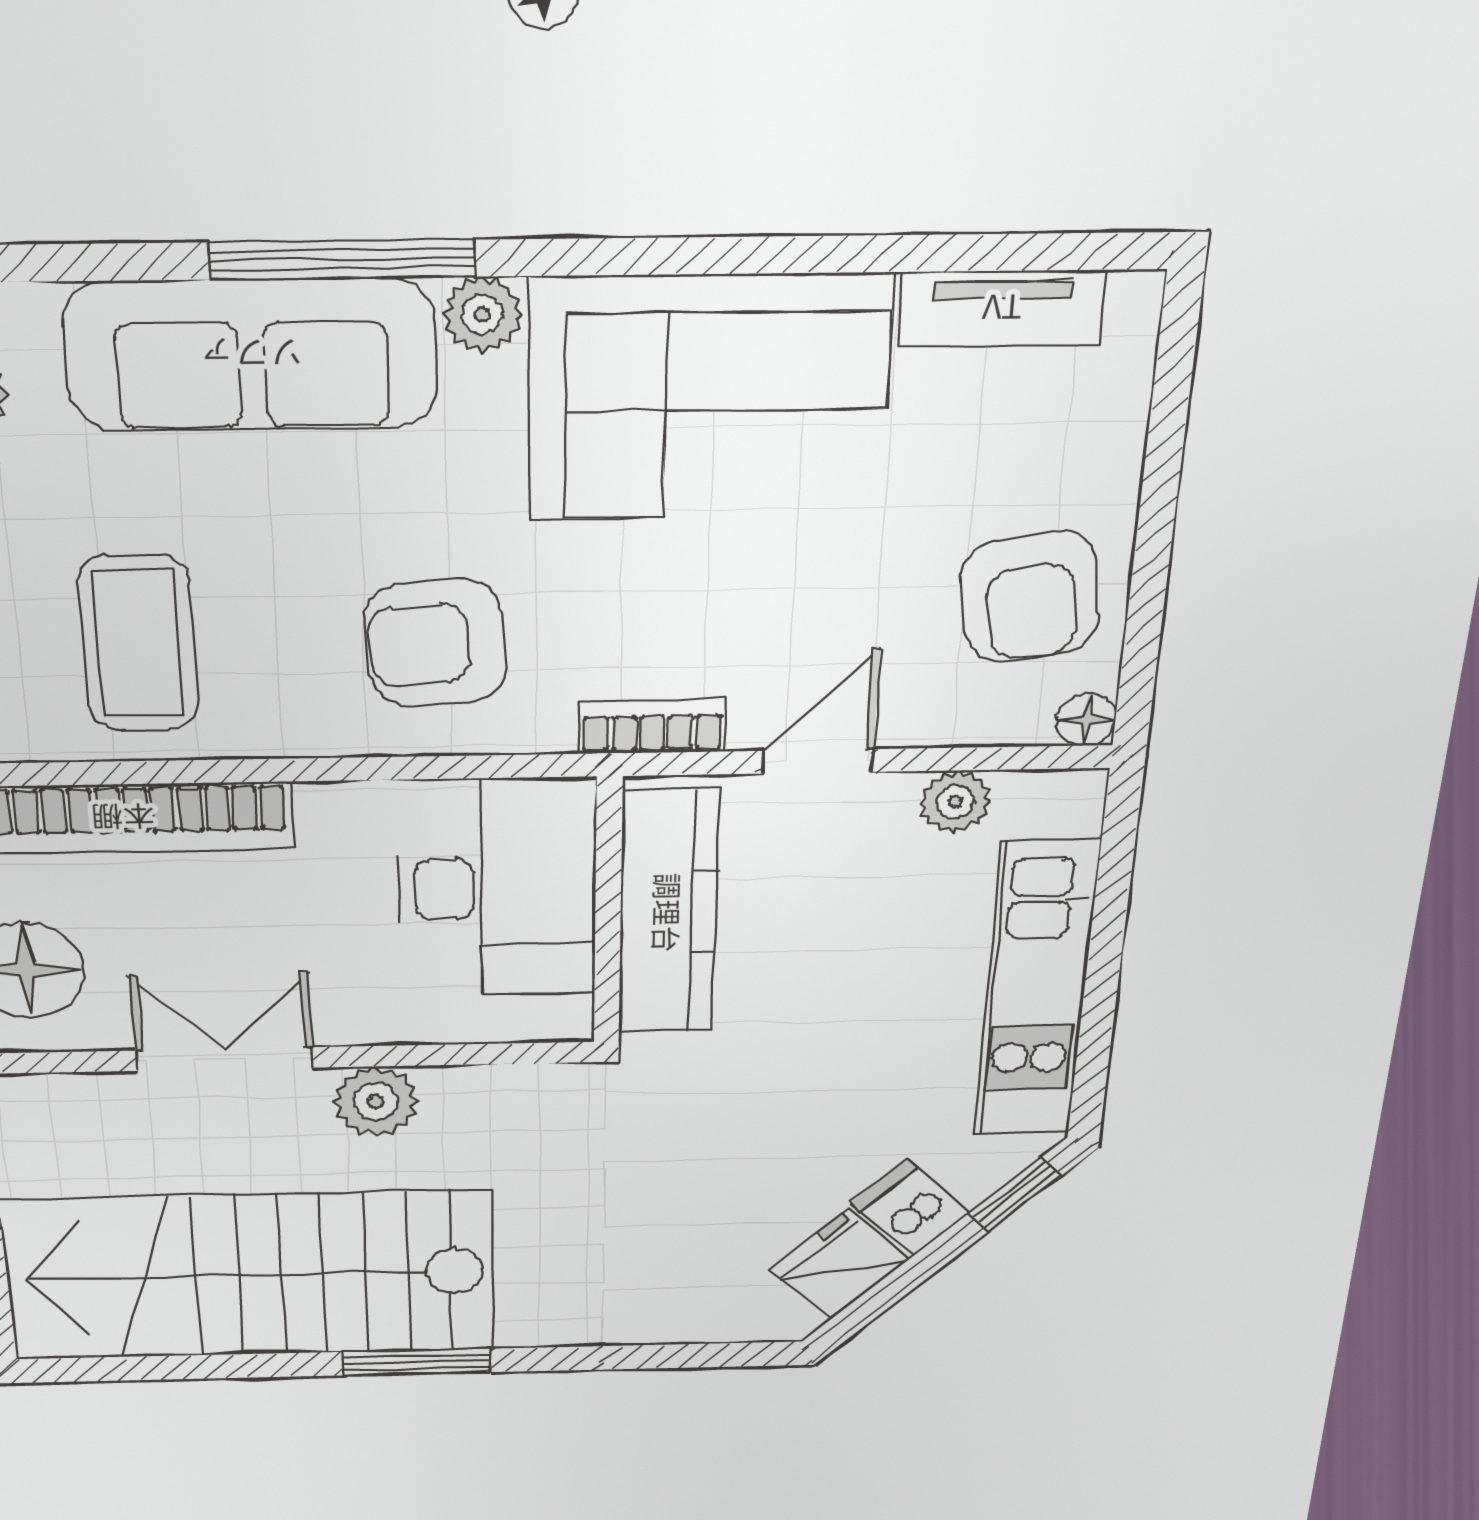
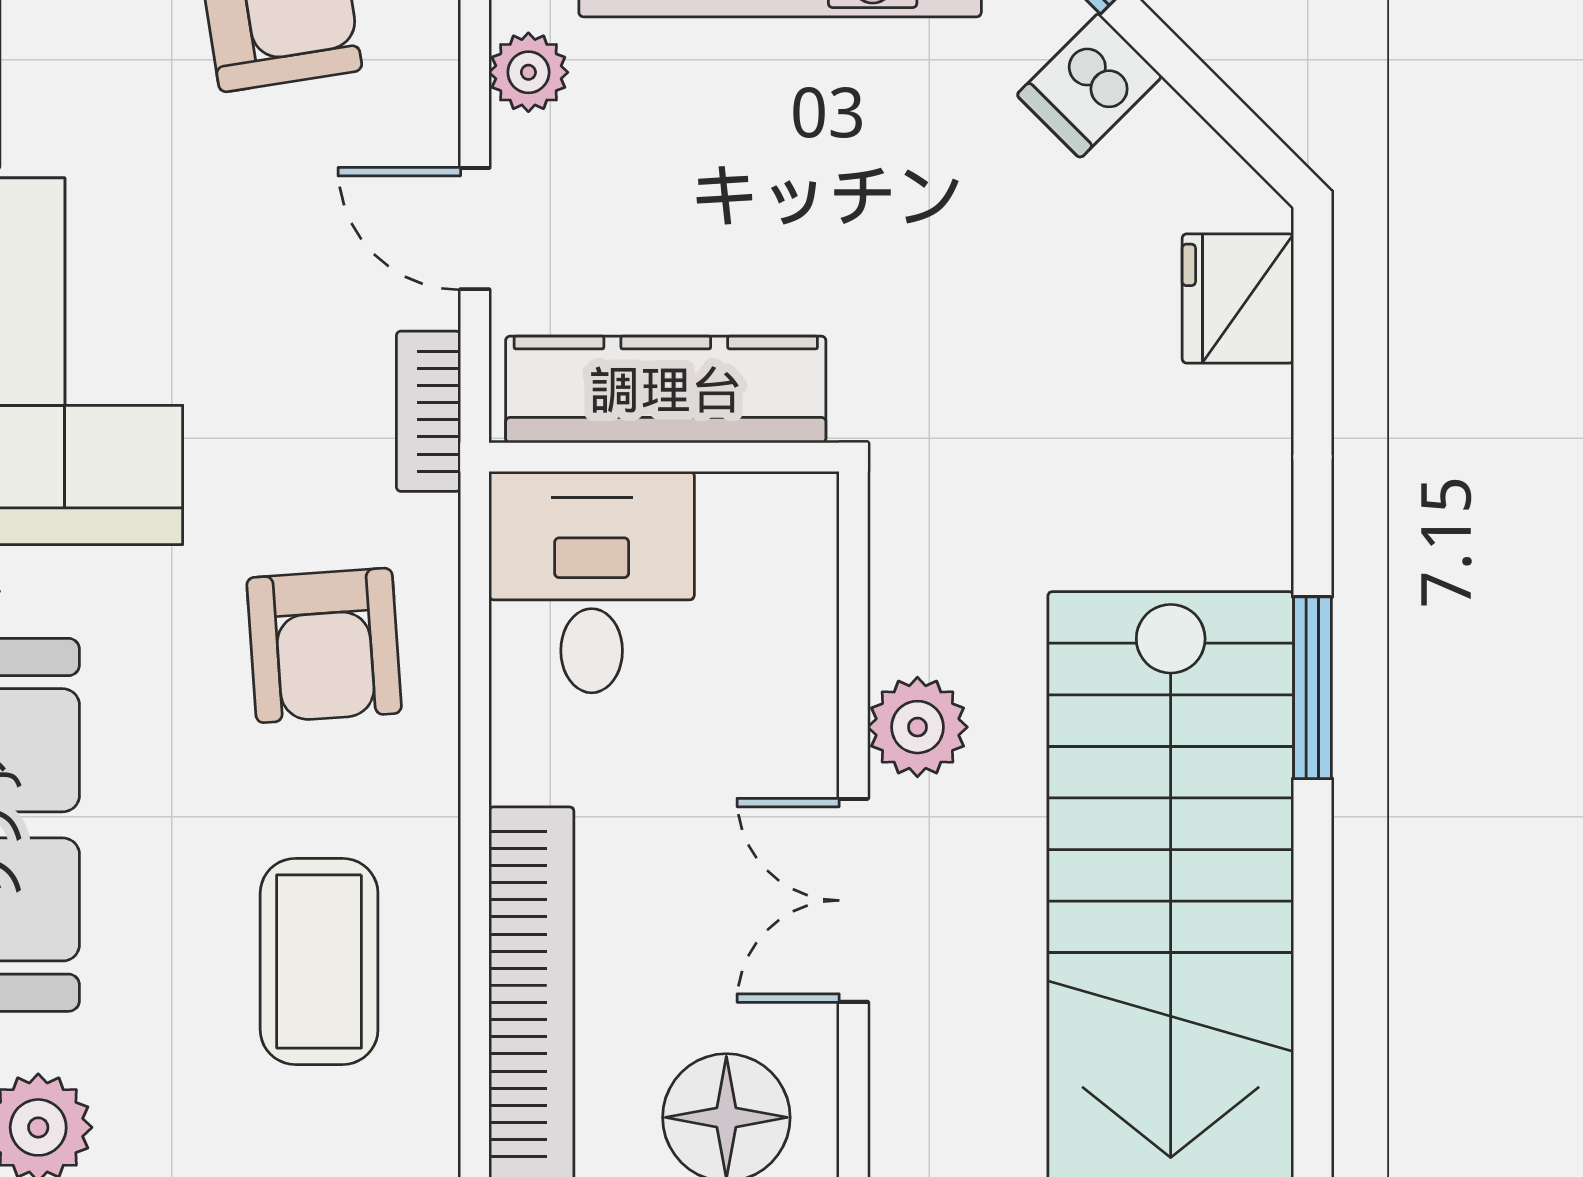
coffee table: (138, 643) -> (319, 961), turned 90
desk: (497, 888) -> (592, 582), width x0.73
fridge: (840, 1265) -> (1238, 298), moved, turned 45

